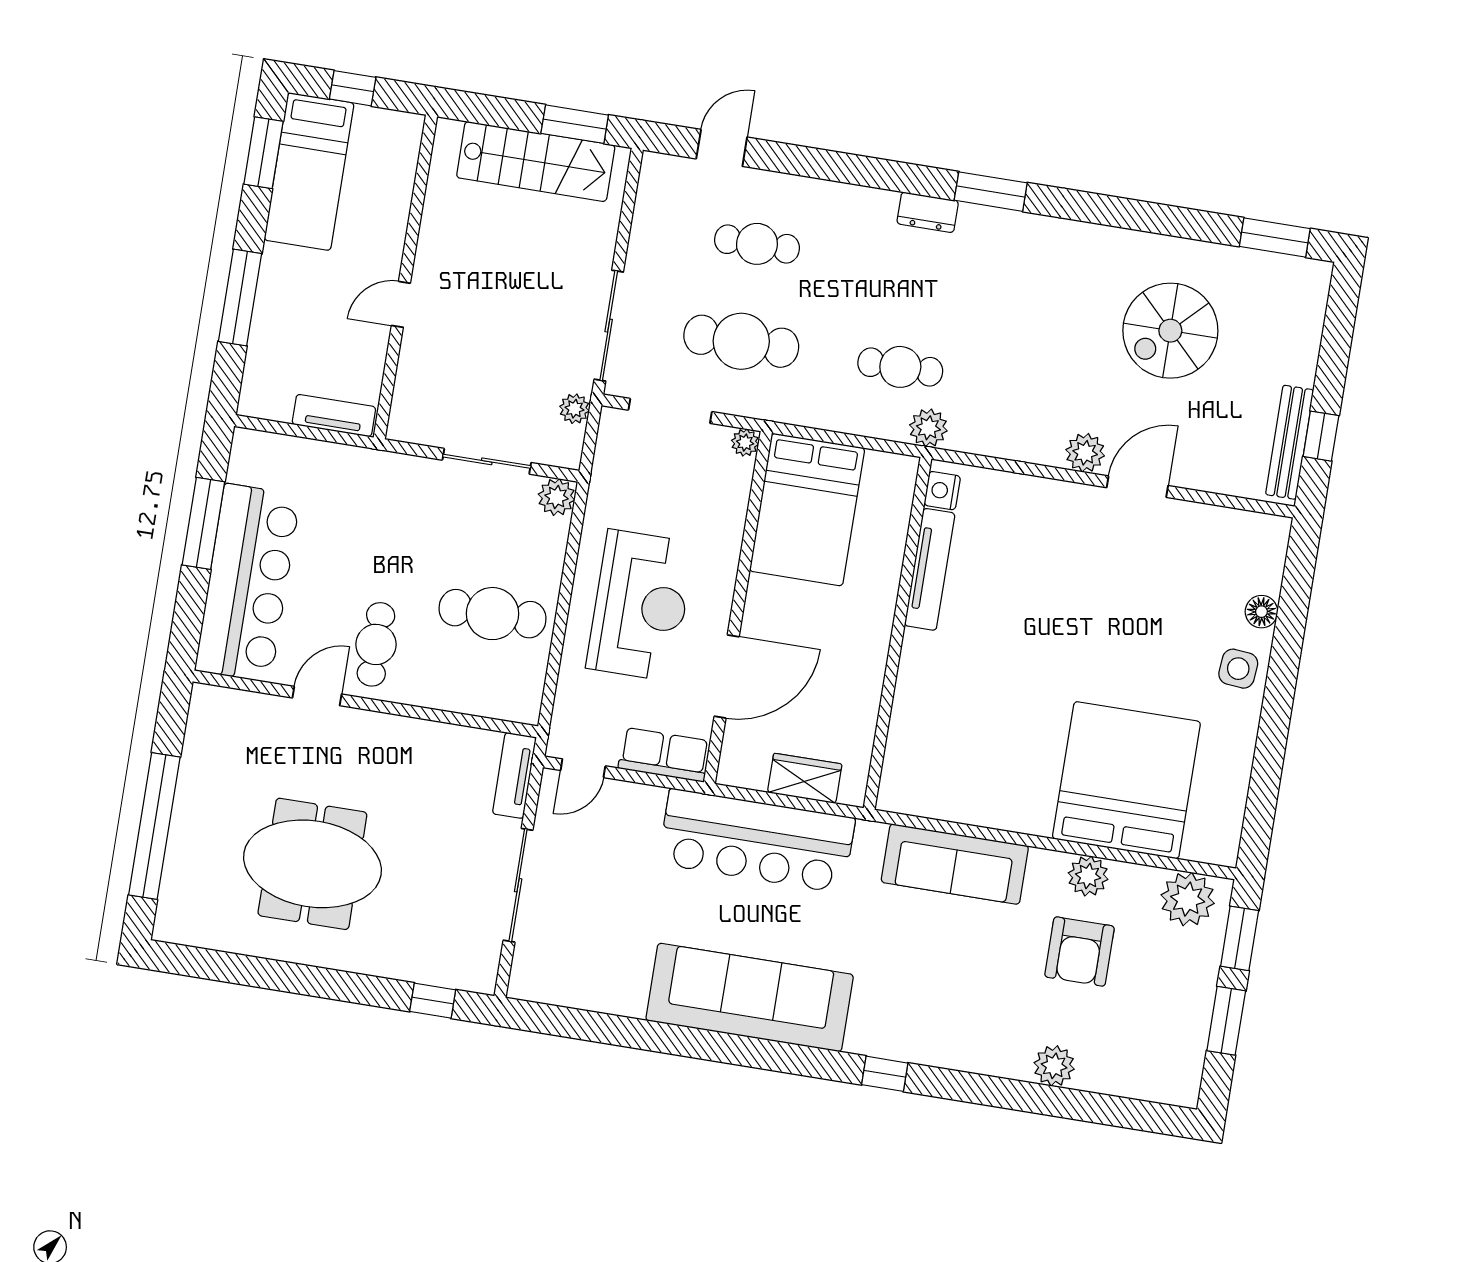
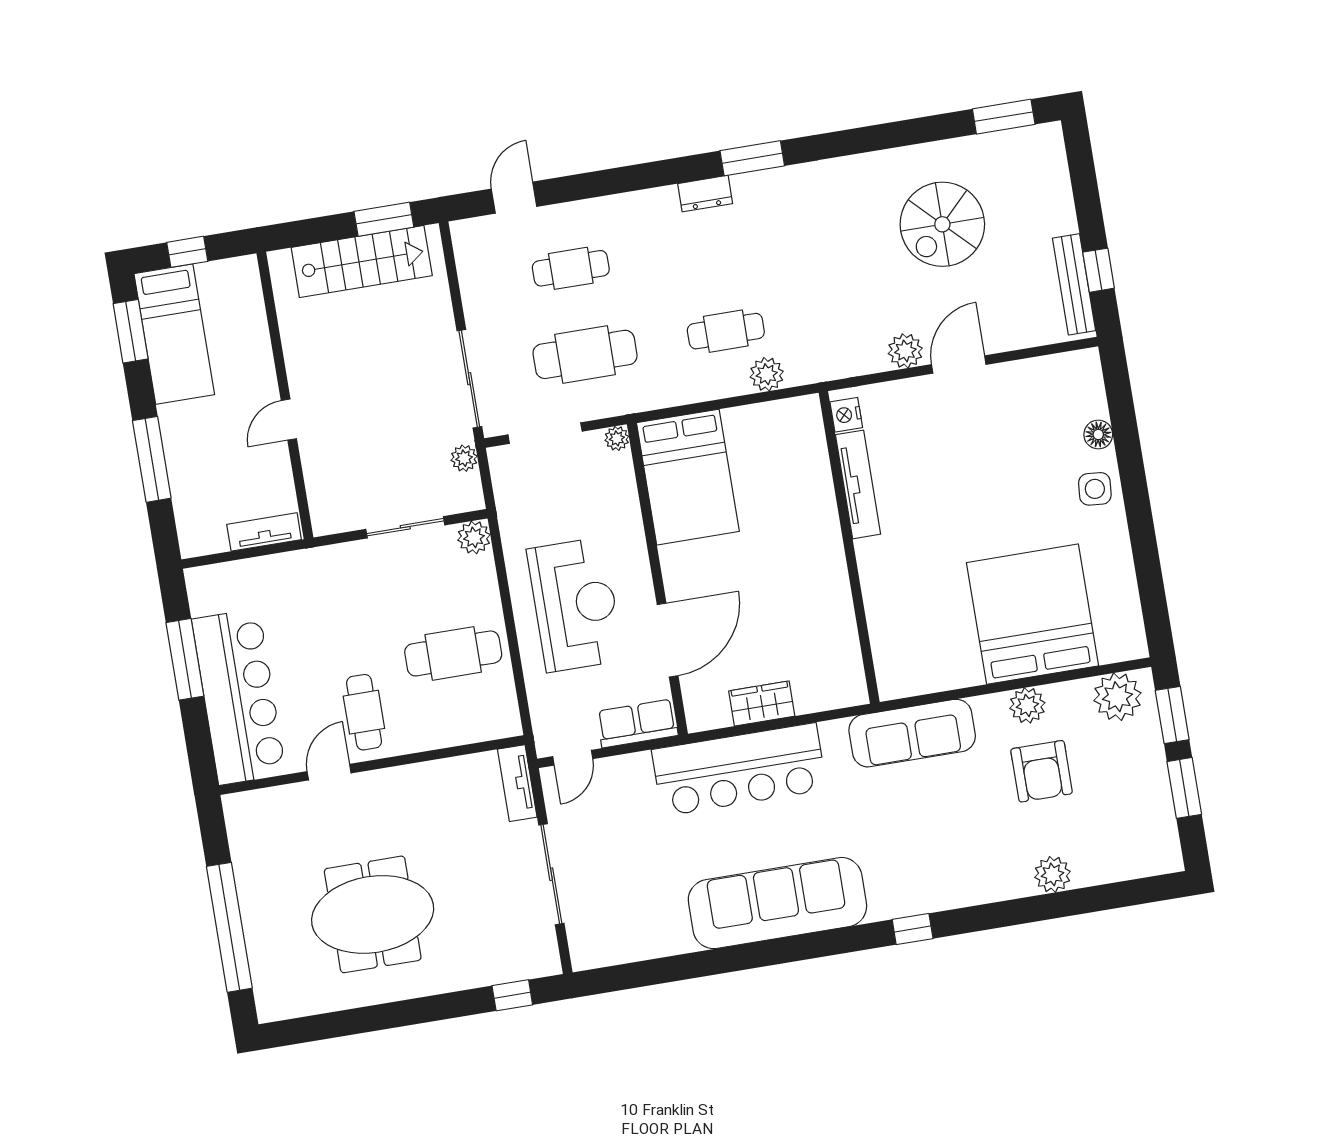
nightstand: (942, 491) -> (846, 415), moved
tv unit: (930, 569) -> (858, 484), moved
wall: (897, 633) -> (849, 547), moved

